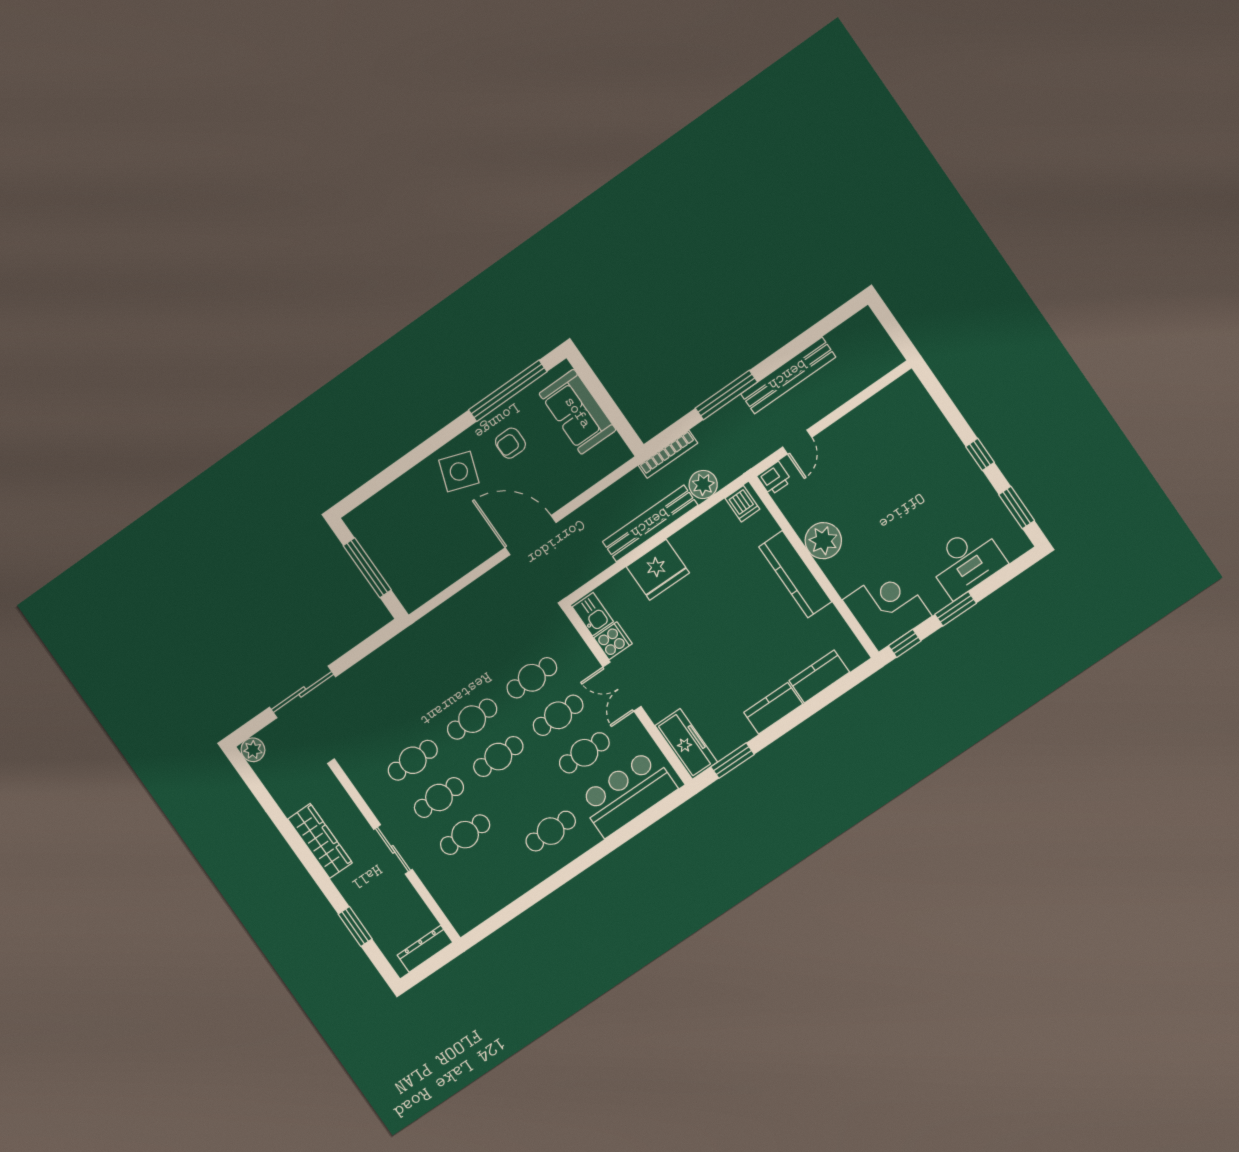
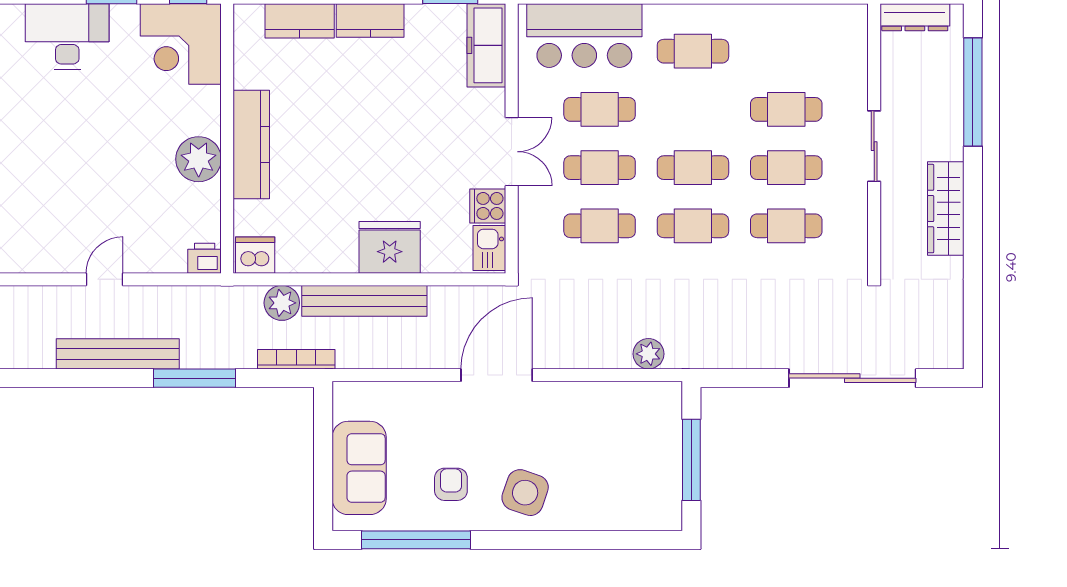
door: (797, 442) -> (105, 279), moved
armchair: (510, 443) -> (451, 484), turned -90
dishwasher: (742, 504) -> (255, 255), width x1.38
door: (531, 535) -> (497, 375), swing flipped
sliding door: (302, 692) -> (852, 378), width x1.36
plant: (253, 750) -> (648, 354), moved
window: (355, 927) -> (973, 92), width x2.11

